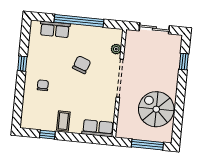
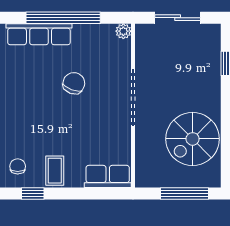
row of seats: (55, 29) -> (39, 34), width x1.48
plant: (116, 49) -> (123, 31), moved
chair: (43, 85) -> (18, 166), moved
spiral stairs: (156, 109) -> (193, 139), turned -90

